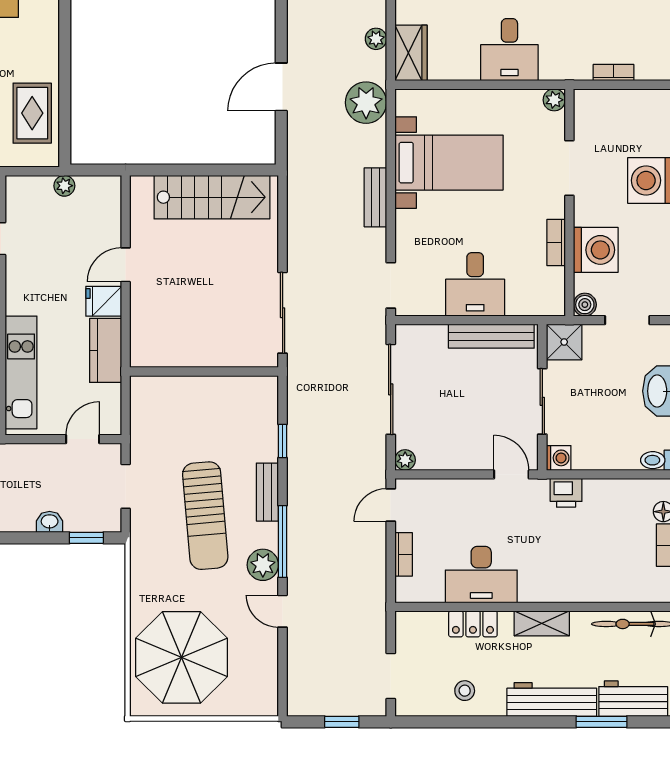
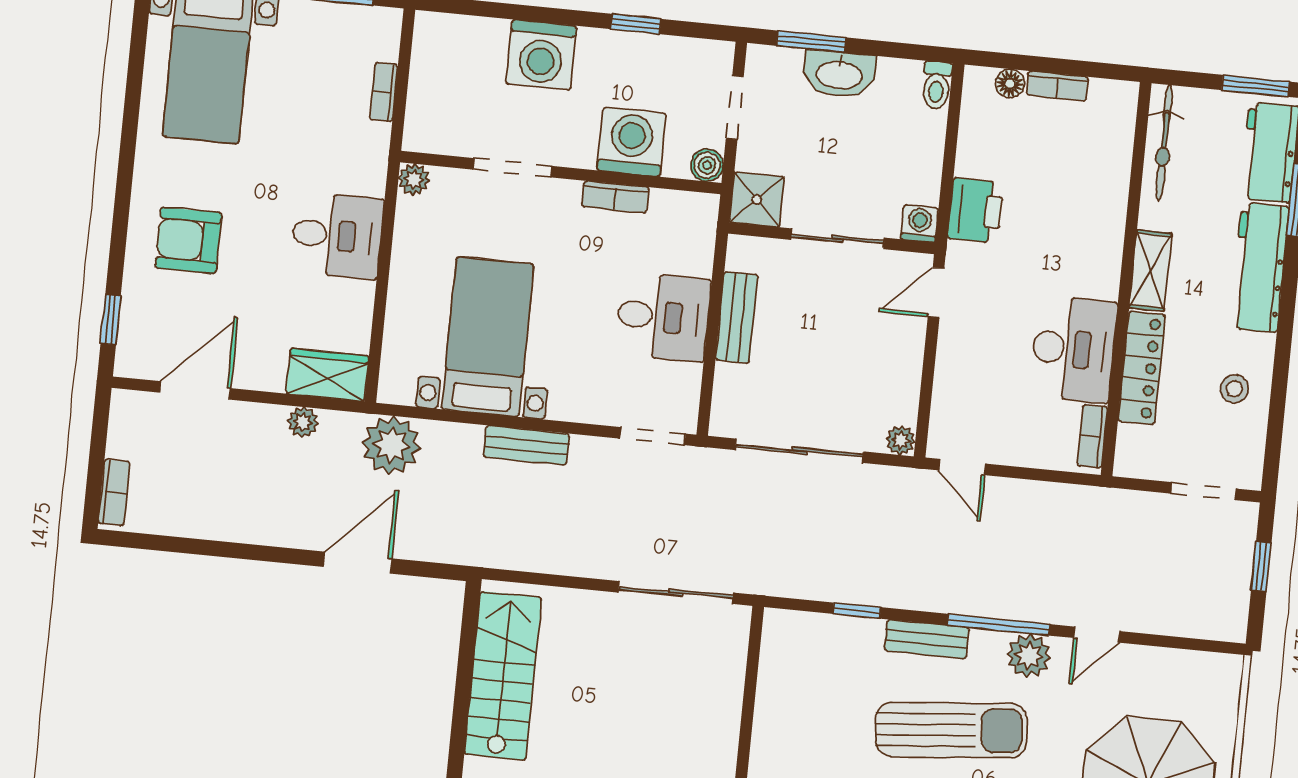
door: (281, 87) -> (357, 563), swing flipped
bench: (491, 336) -> (737, 317), width x0.73
printer: (566, 493) -> (975, 210), width x1.36, depth x1.24
bookcase: (404, 554) -> (1092, 436), moved, turned -90
locker: (473, 624) -> (1142, 368), width x1.53

